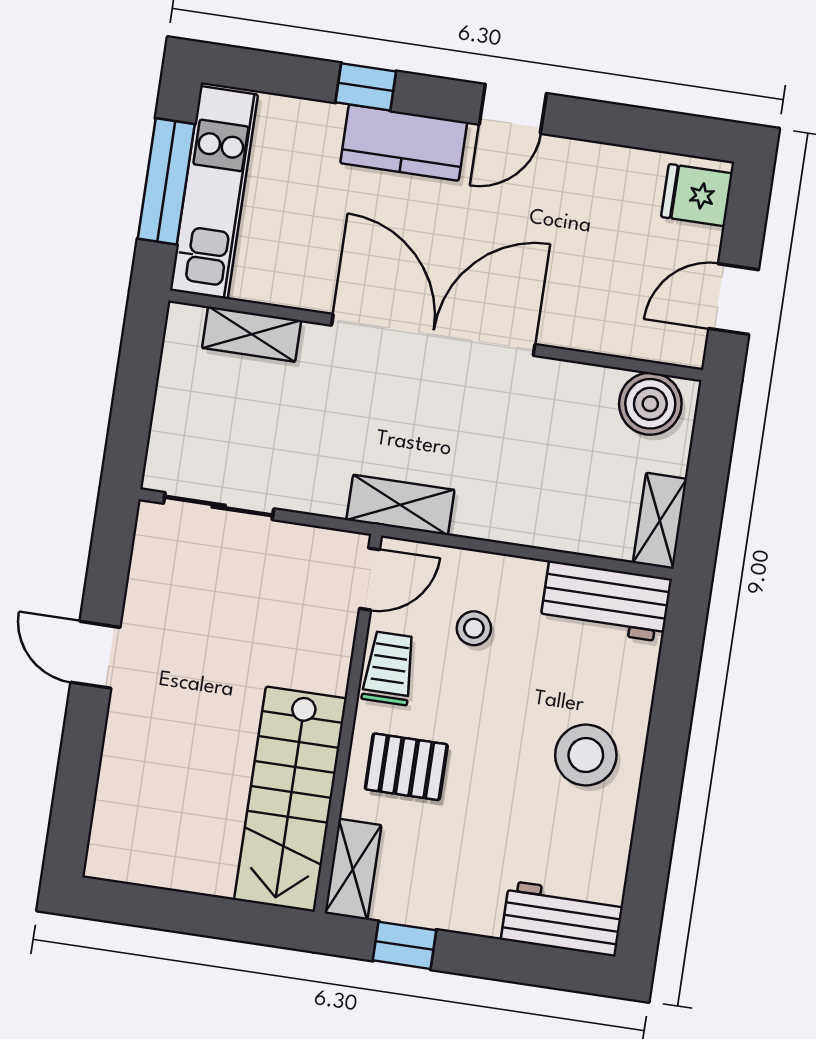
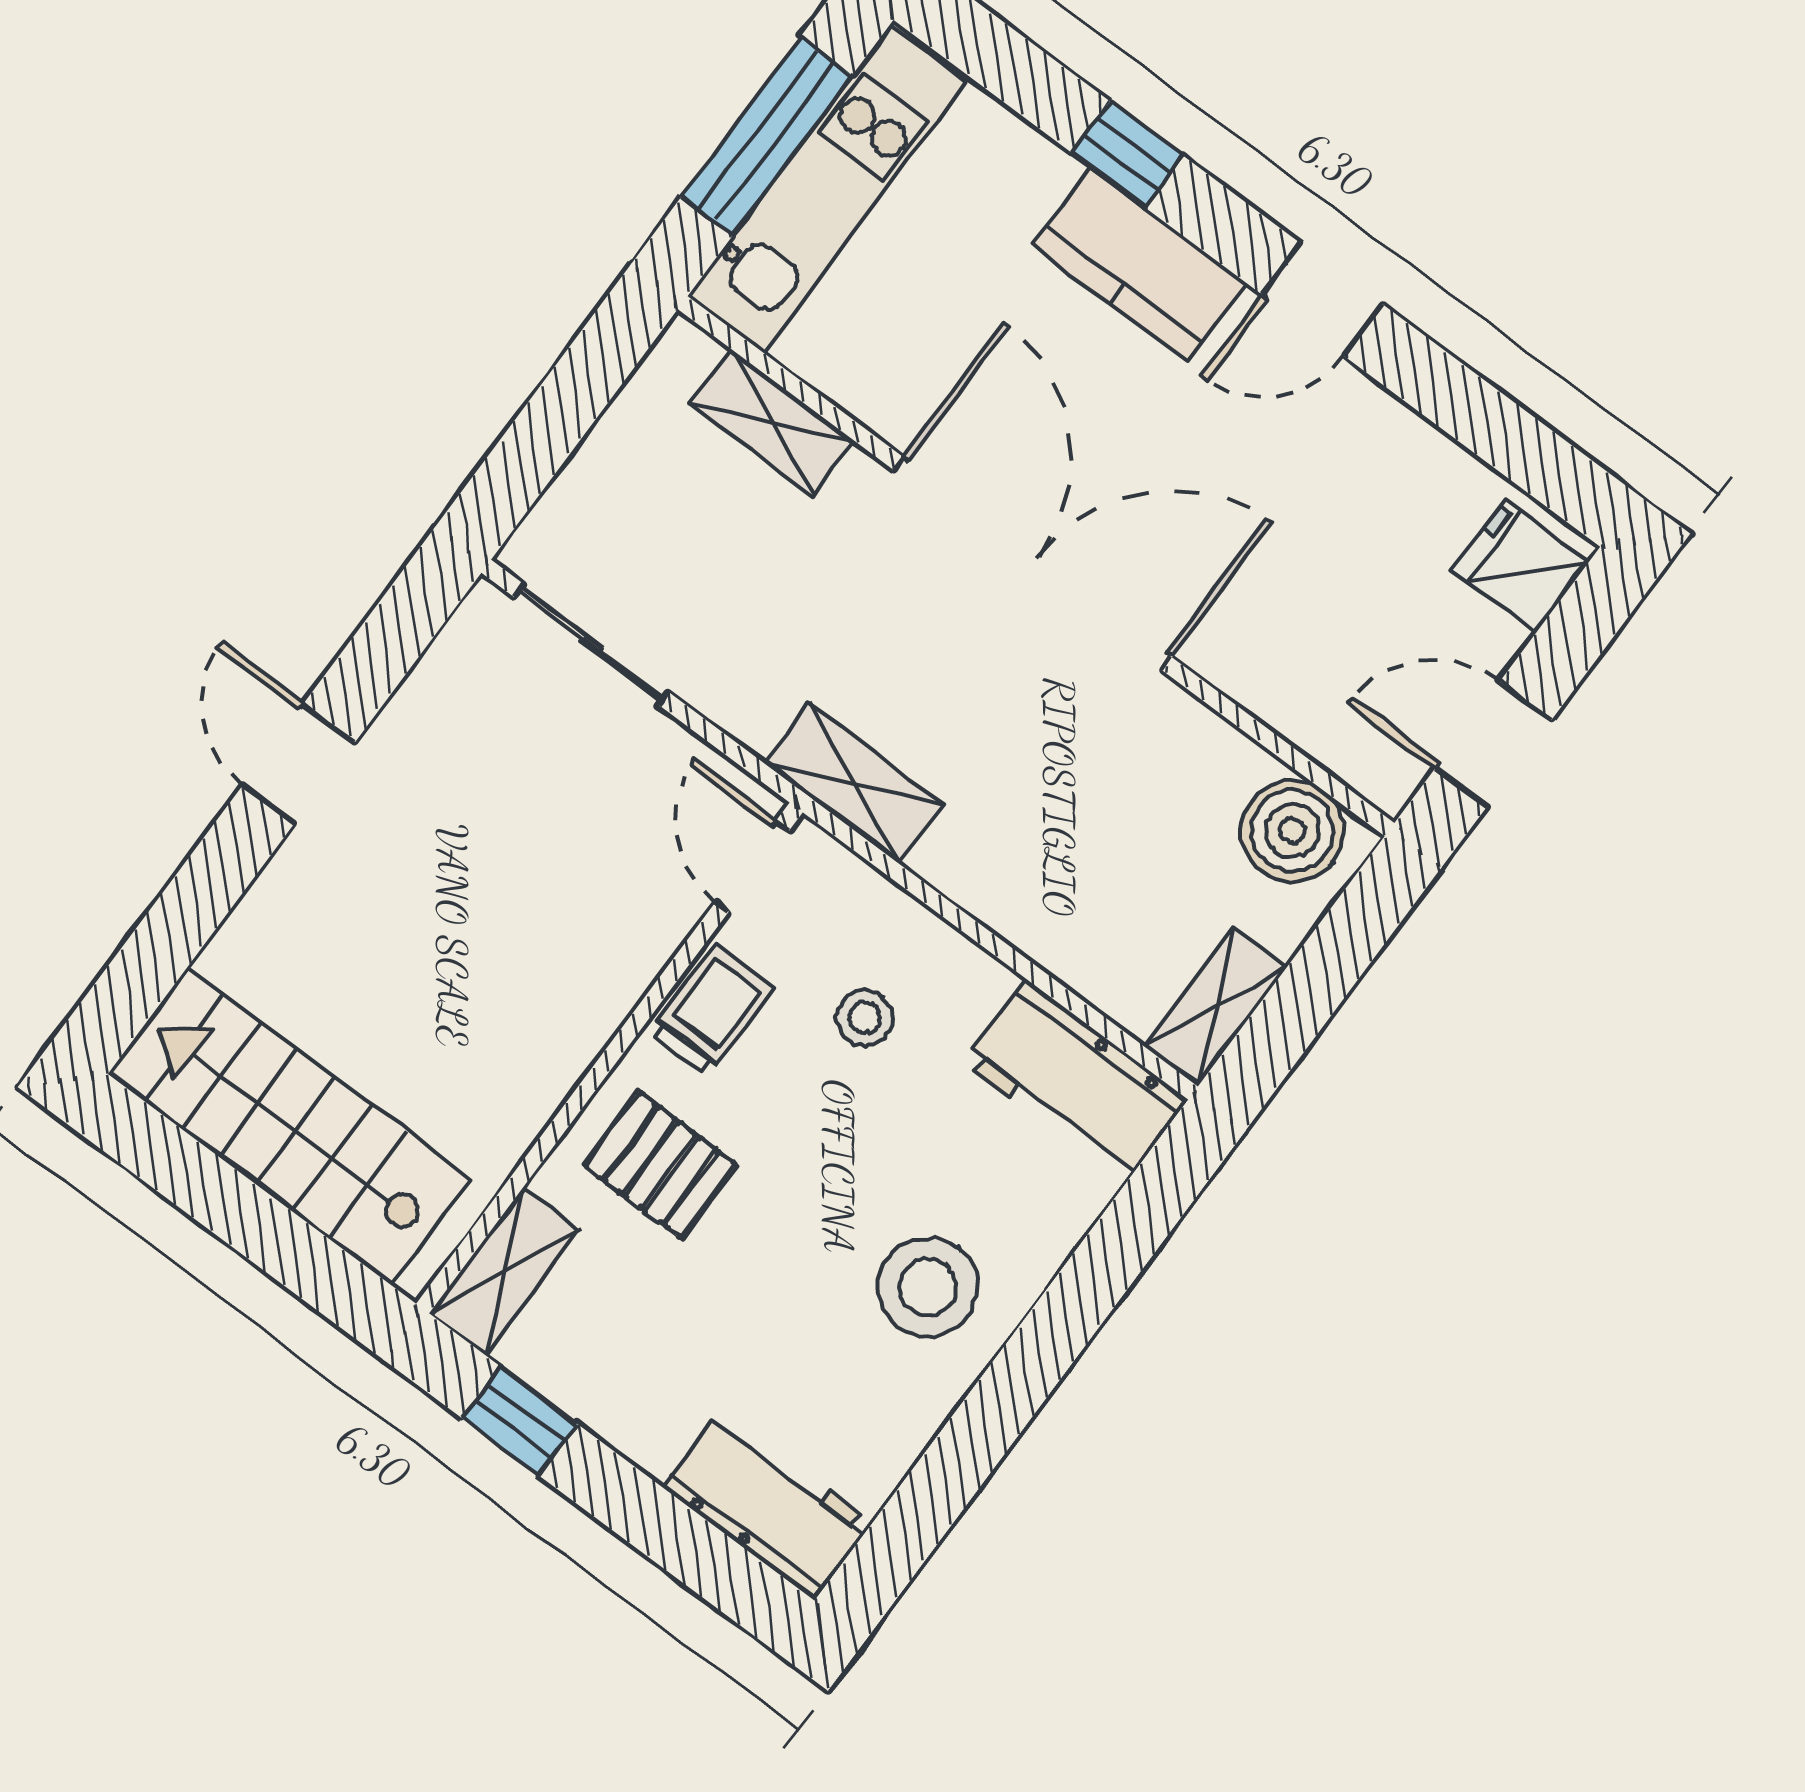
door: (370, 579) -> (752, 866), swing flipped
stairs: (290, 799) -> (289, 1126), moved, turned 90

